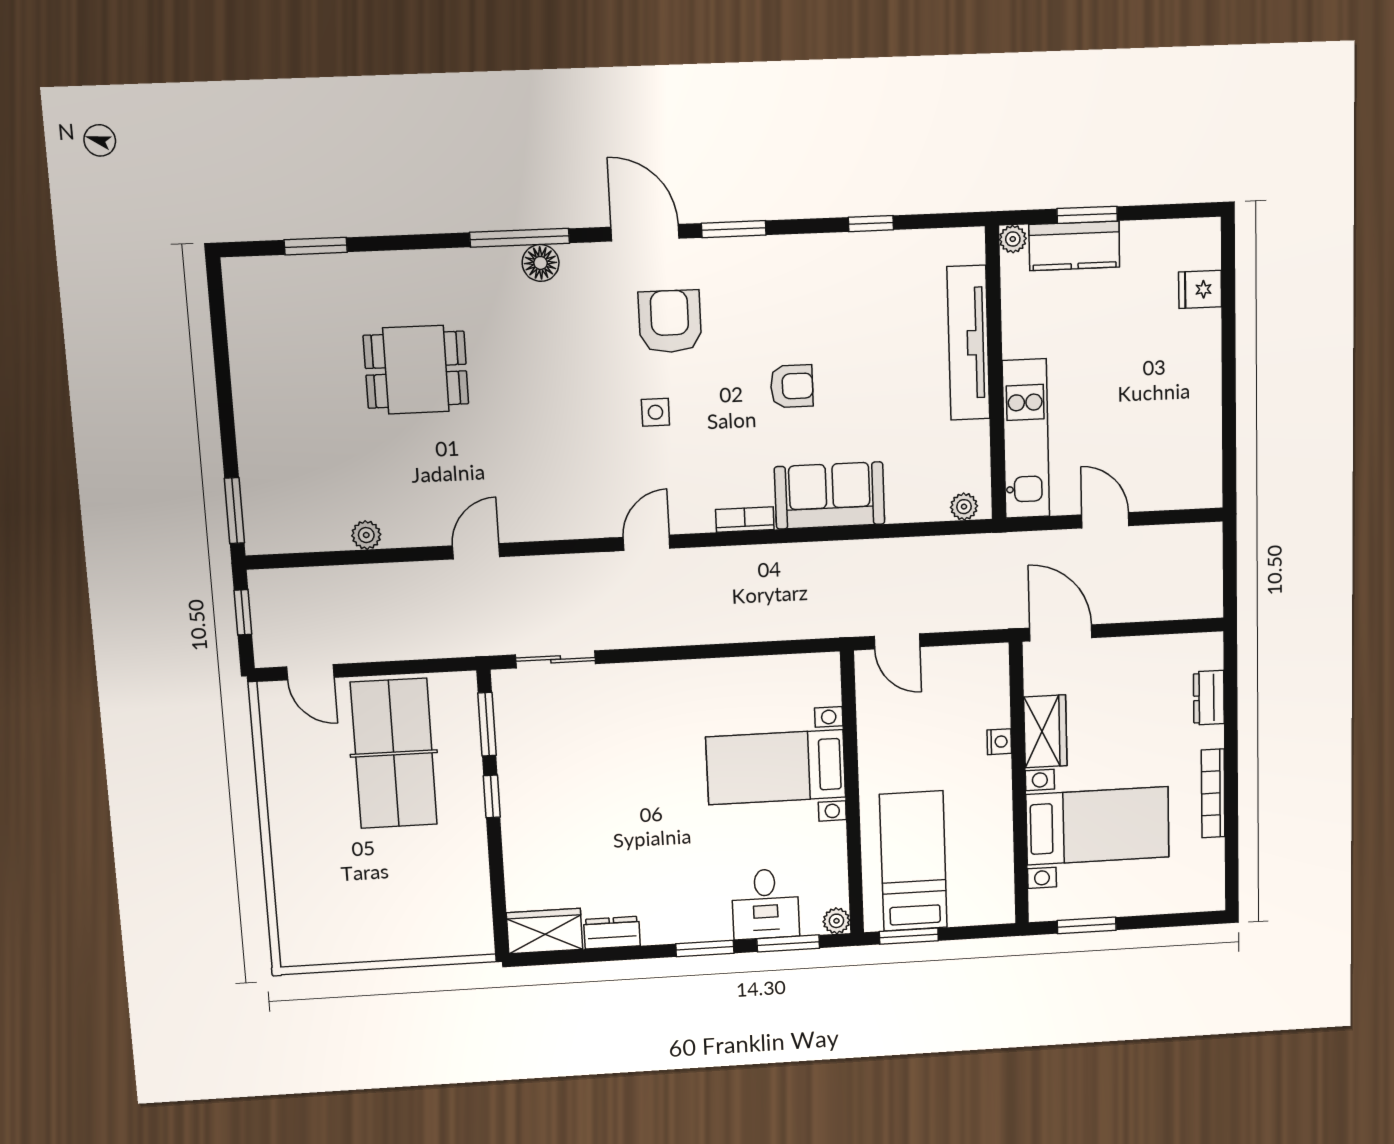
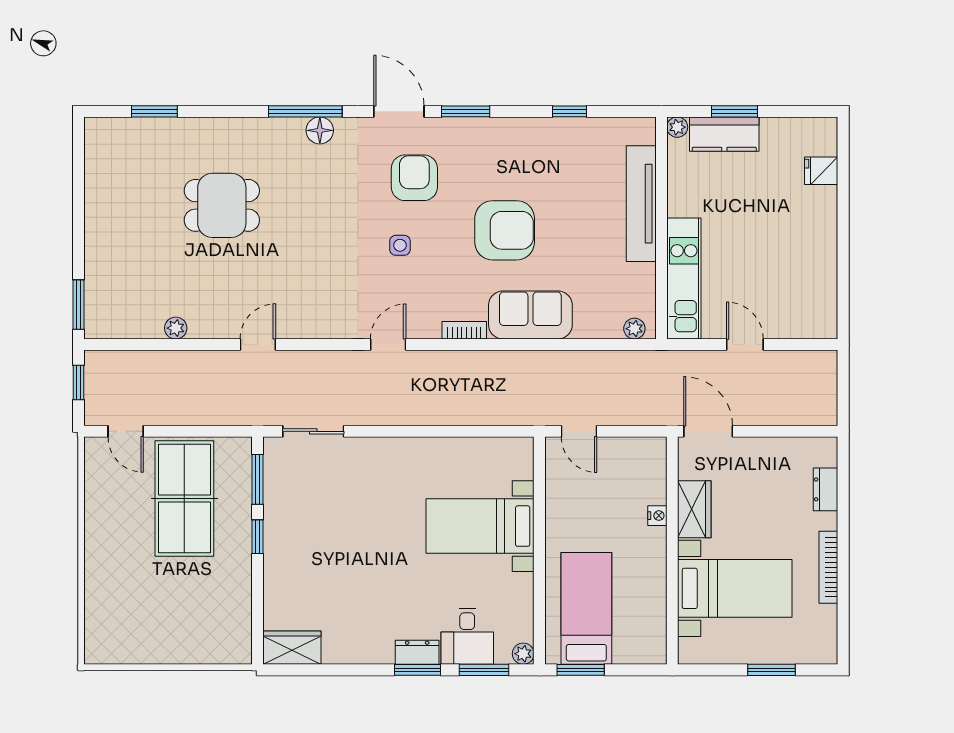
armchair: (792, 386) -> (505, 230), width x1.88, depth x1.88
window: (1087, 925) -> (771, 670), moved
dresser: (612, 933) -> (417, 652), moved

